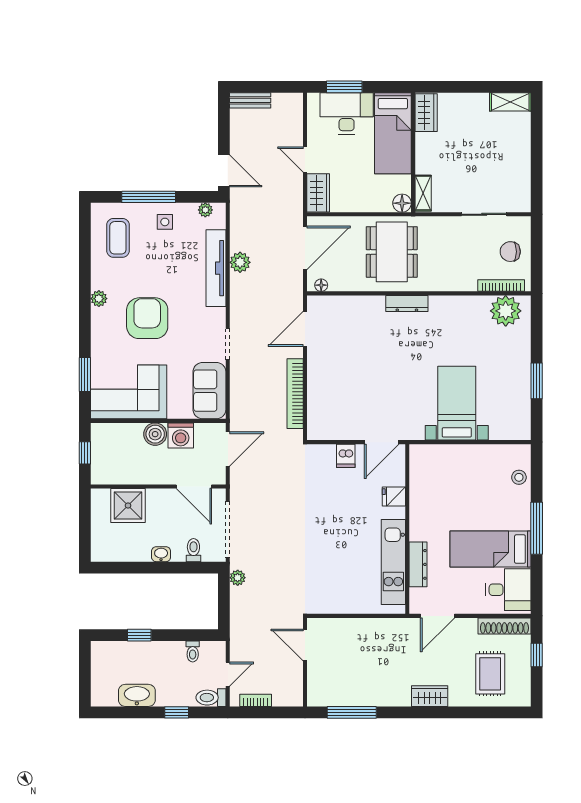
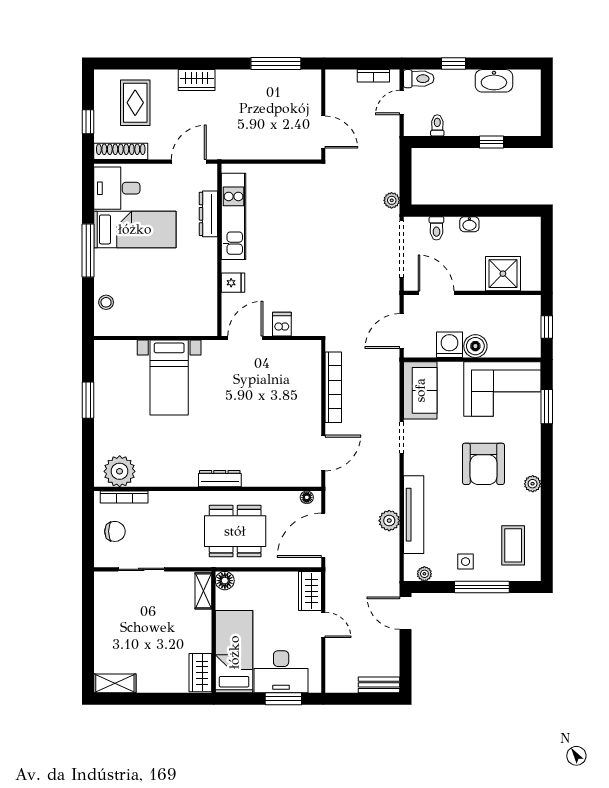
dining table: (392, 252) -> (235, 531), turned 90

